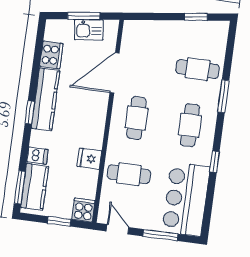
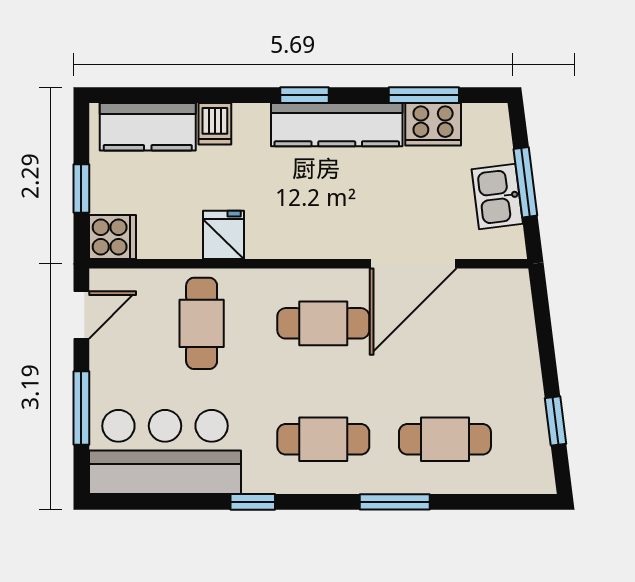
cafe table: (198, 69) -> (445, 439), turned 90
door: (115, 73) -> (413, 264), swing flipped
window: (20, 187) -> (424, 95), moved

